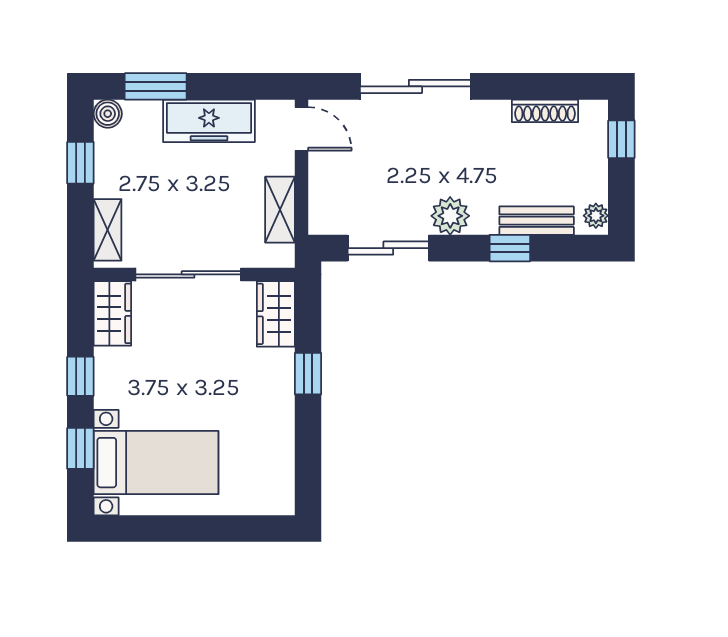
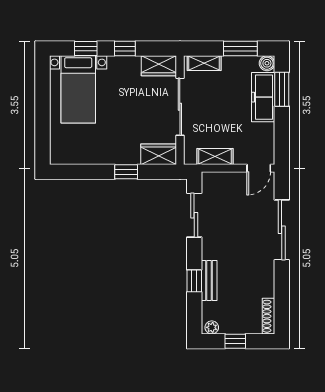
shoe rack: (545, 111) -> (268, 316), moved
freezer: (209, 121) -> (263, 97), moved
window: (621, 139) -> (235, 341), moved
window: (80, 163) -> (240, 48), width x1.50
plant: (450, 216) -> (212, 249), removed
bench: (537, 221) -> (209, 281), moved

